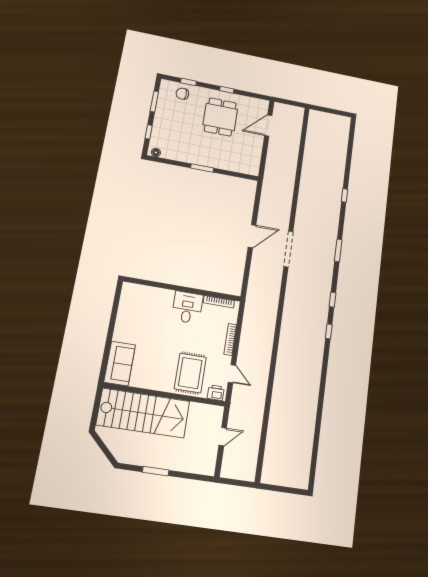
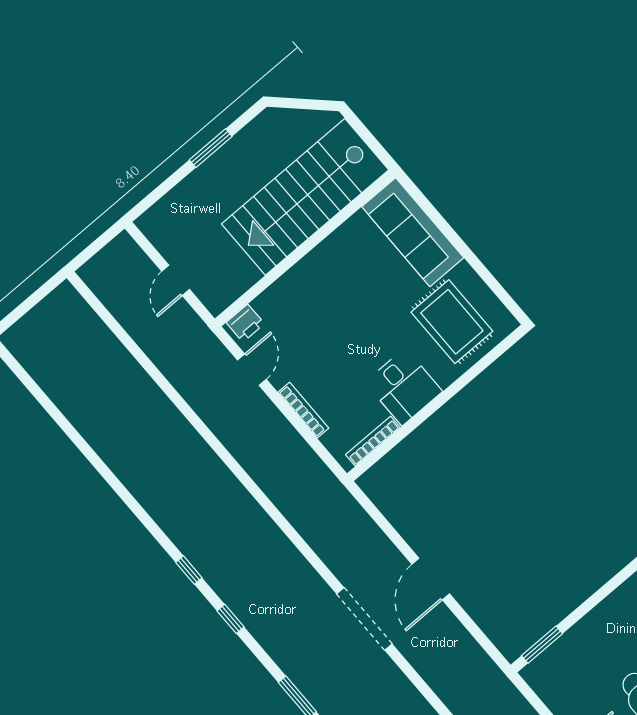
window: (202, 168) -> (542, 645), moved
sofa: (120, 363) -> (413, 232), width x1.36
rug: (190, 373) -> (452, 322), moved
door: (232, 374) -> (252, 370), swing flipped

